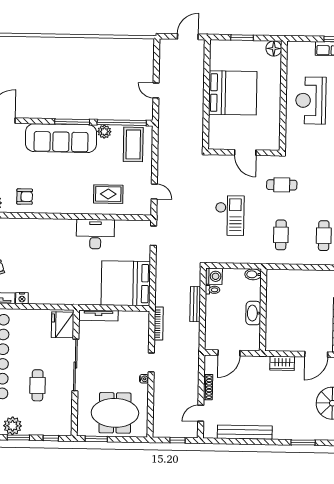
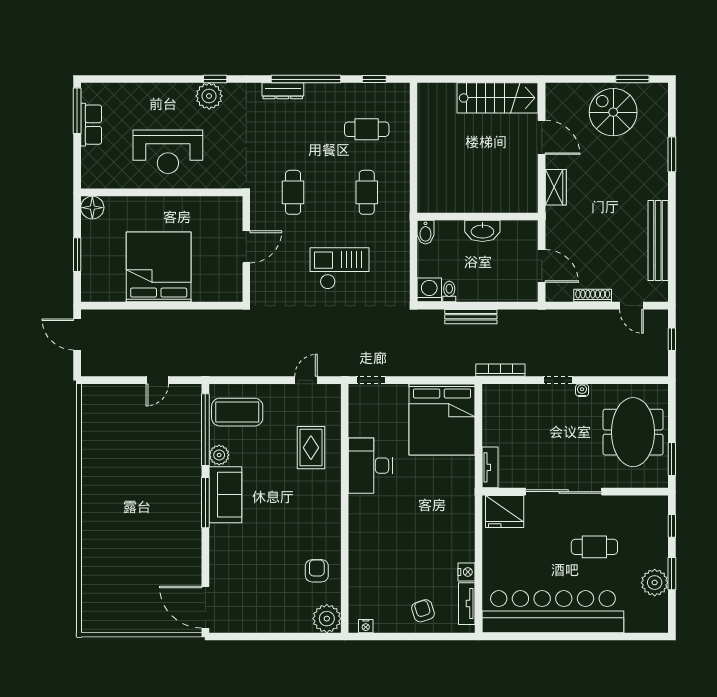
sofa: (61, 138) -> (225, 495), width x0.54, depth x0.79
cafe table: (281, 235) -> (367, 192), turned 90
tv unit: (98, 316) -> (490, 467), width x0.71

